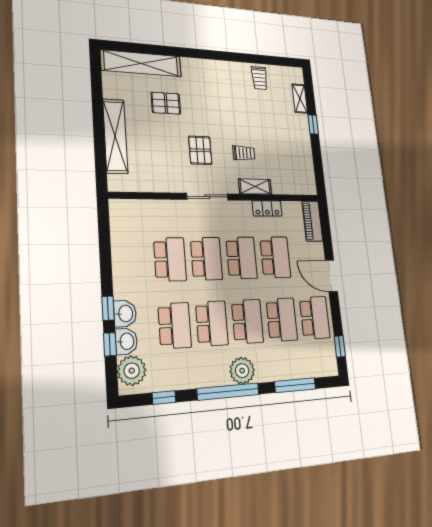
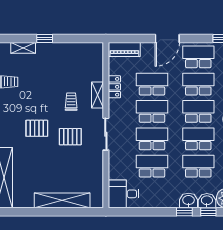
pallet: (166, 103) -> (37, 128), moved, turned 90
desk: (129, 220) -> (124, 194), added

